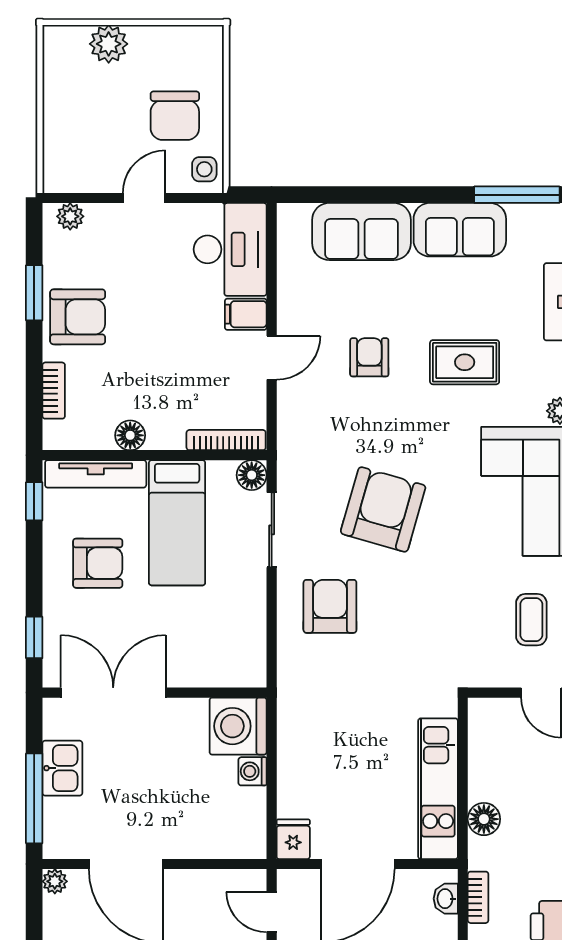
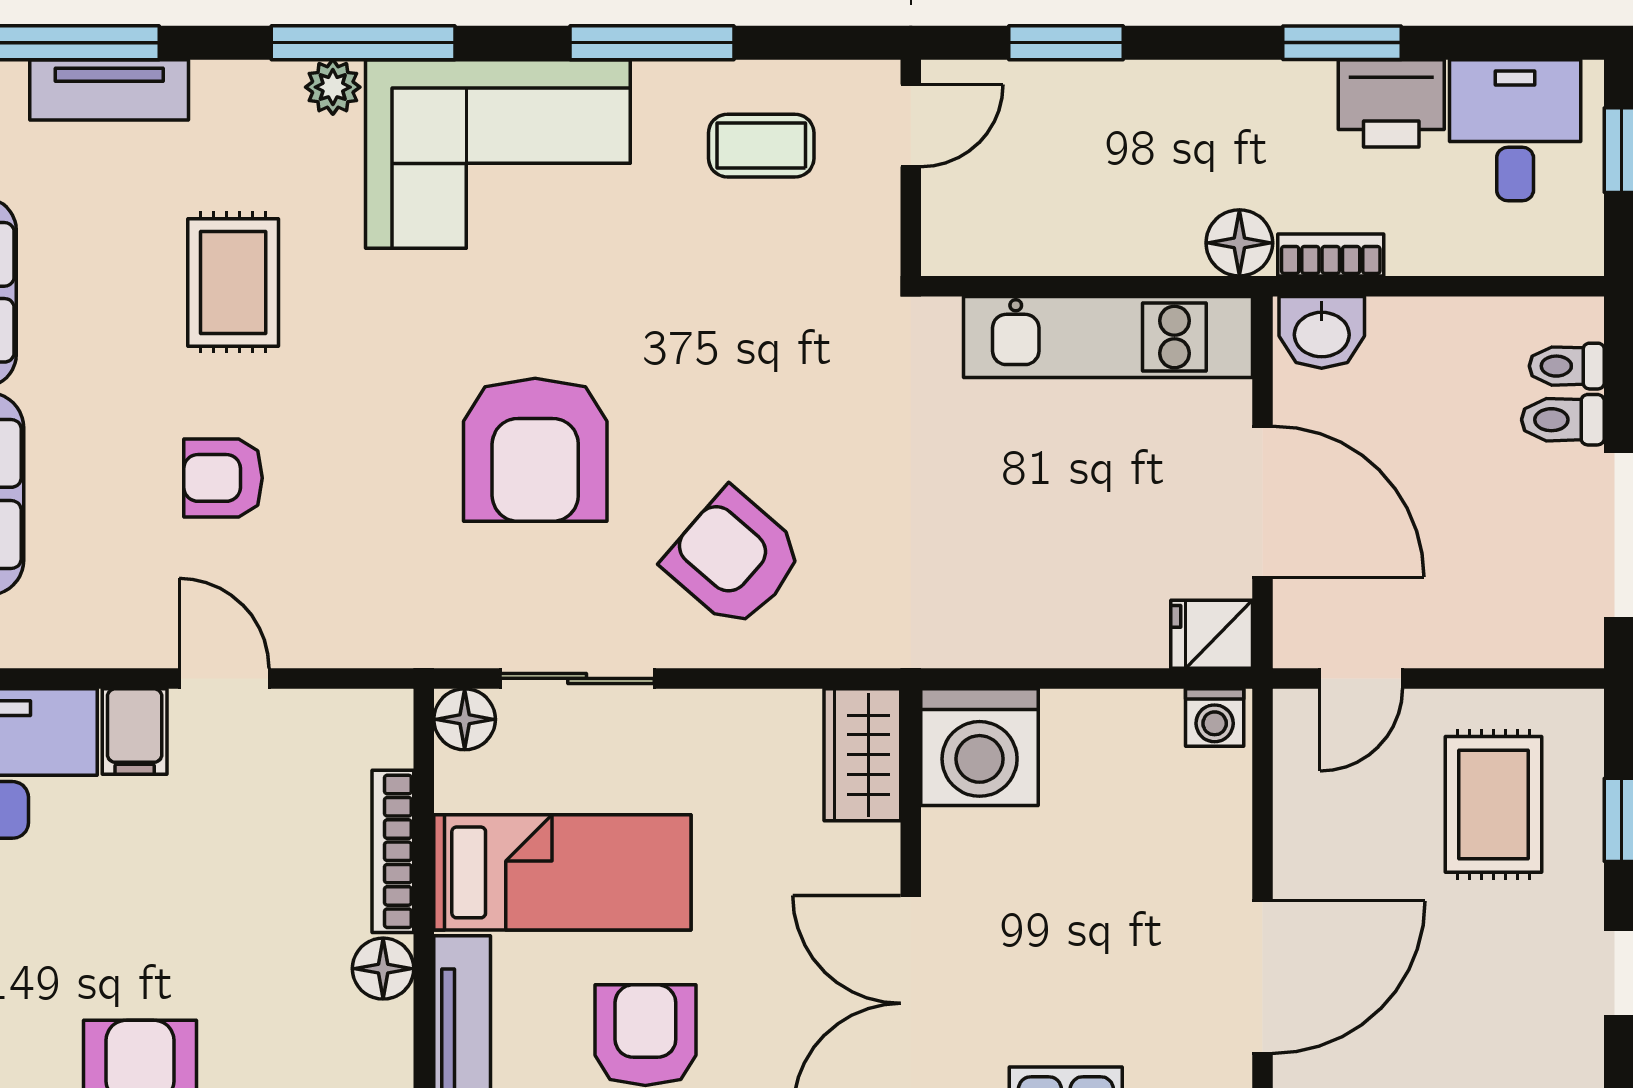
bookcase: (226, 440) -> (393, 851), moved
armchair: (383, 509) -> (535, 450), turned -106
armchair: (330, 606) -> (734, 559), turned 41
wardrobe: (234, 669) -> (862, 755), added
washing machine: (253, 771) -> (1215, 718), moved
floor lamp: (484, 819) -> (1239, 243), moved
washbasin: (446, 899) -> (1322, 332), width x1.38, depth x1.45

